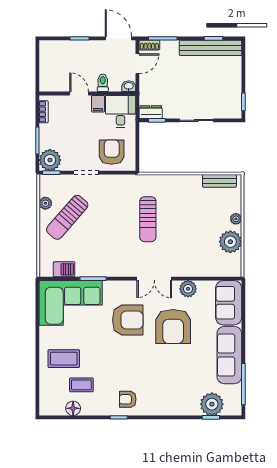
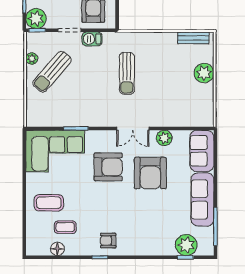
plant: (236, 219) -> (204, 73), width x1.88, depth x1.88
plant: (230, 242) -> (203, 94), removed
barbecue: (64, 269) -> (92, 39), moved, turned 180

